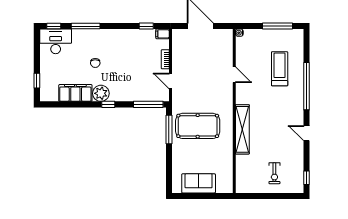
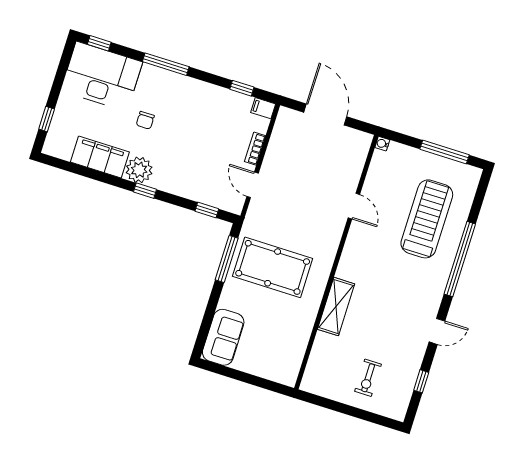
window: (86, 26) -> (166, 64), moved
desk: (56, 41) -> (102, 76), width x1.36, depth x1.30
treadmill: (280, 69) -> (427, 219), width x1.37, depth x1.38
window: (148, 104) -> (207, 210), width x0.46
shelving: (242, 129) -> (336, 307), width x0.68
door: (306, 133) -> (437, 331), swing flipped
window: (306, 178) -> (421, 381), moved
sofa: (199, 183) -> (223, 337), moved, turned 90

